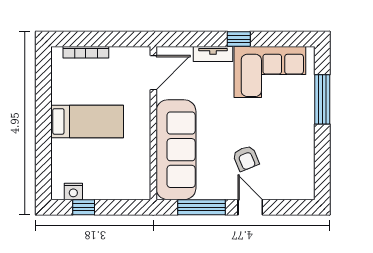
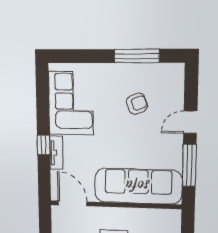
window: (239, 39) -> (44, 145), moved
window: (322, 99) -> (137, 56), moved
armchair: (246, 158) -> (137, 104), moved

